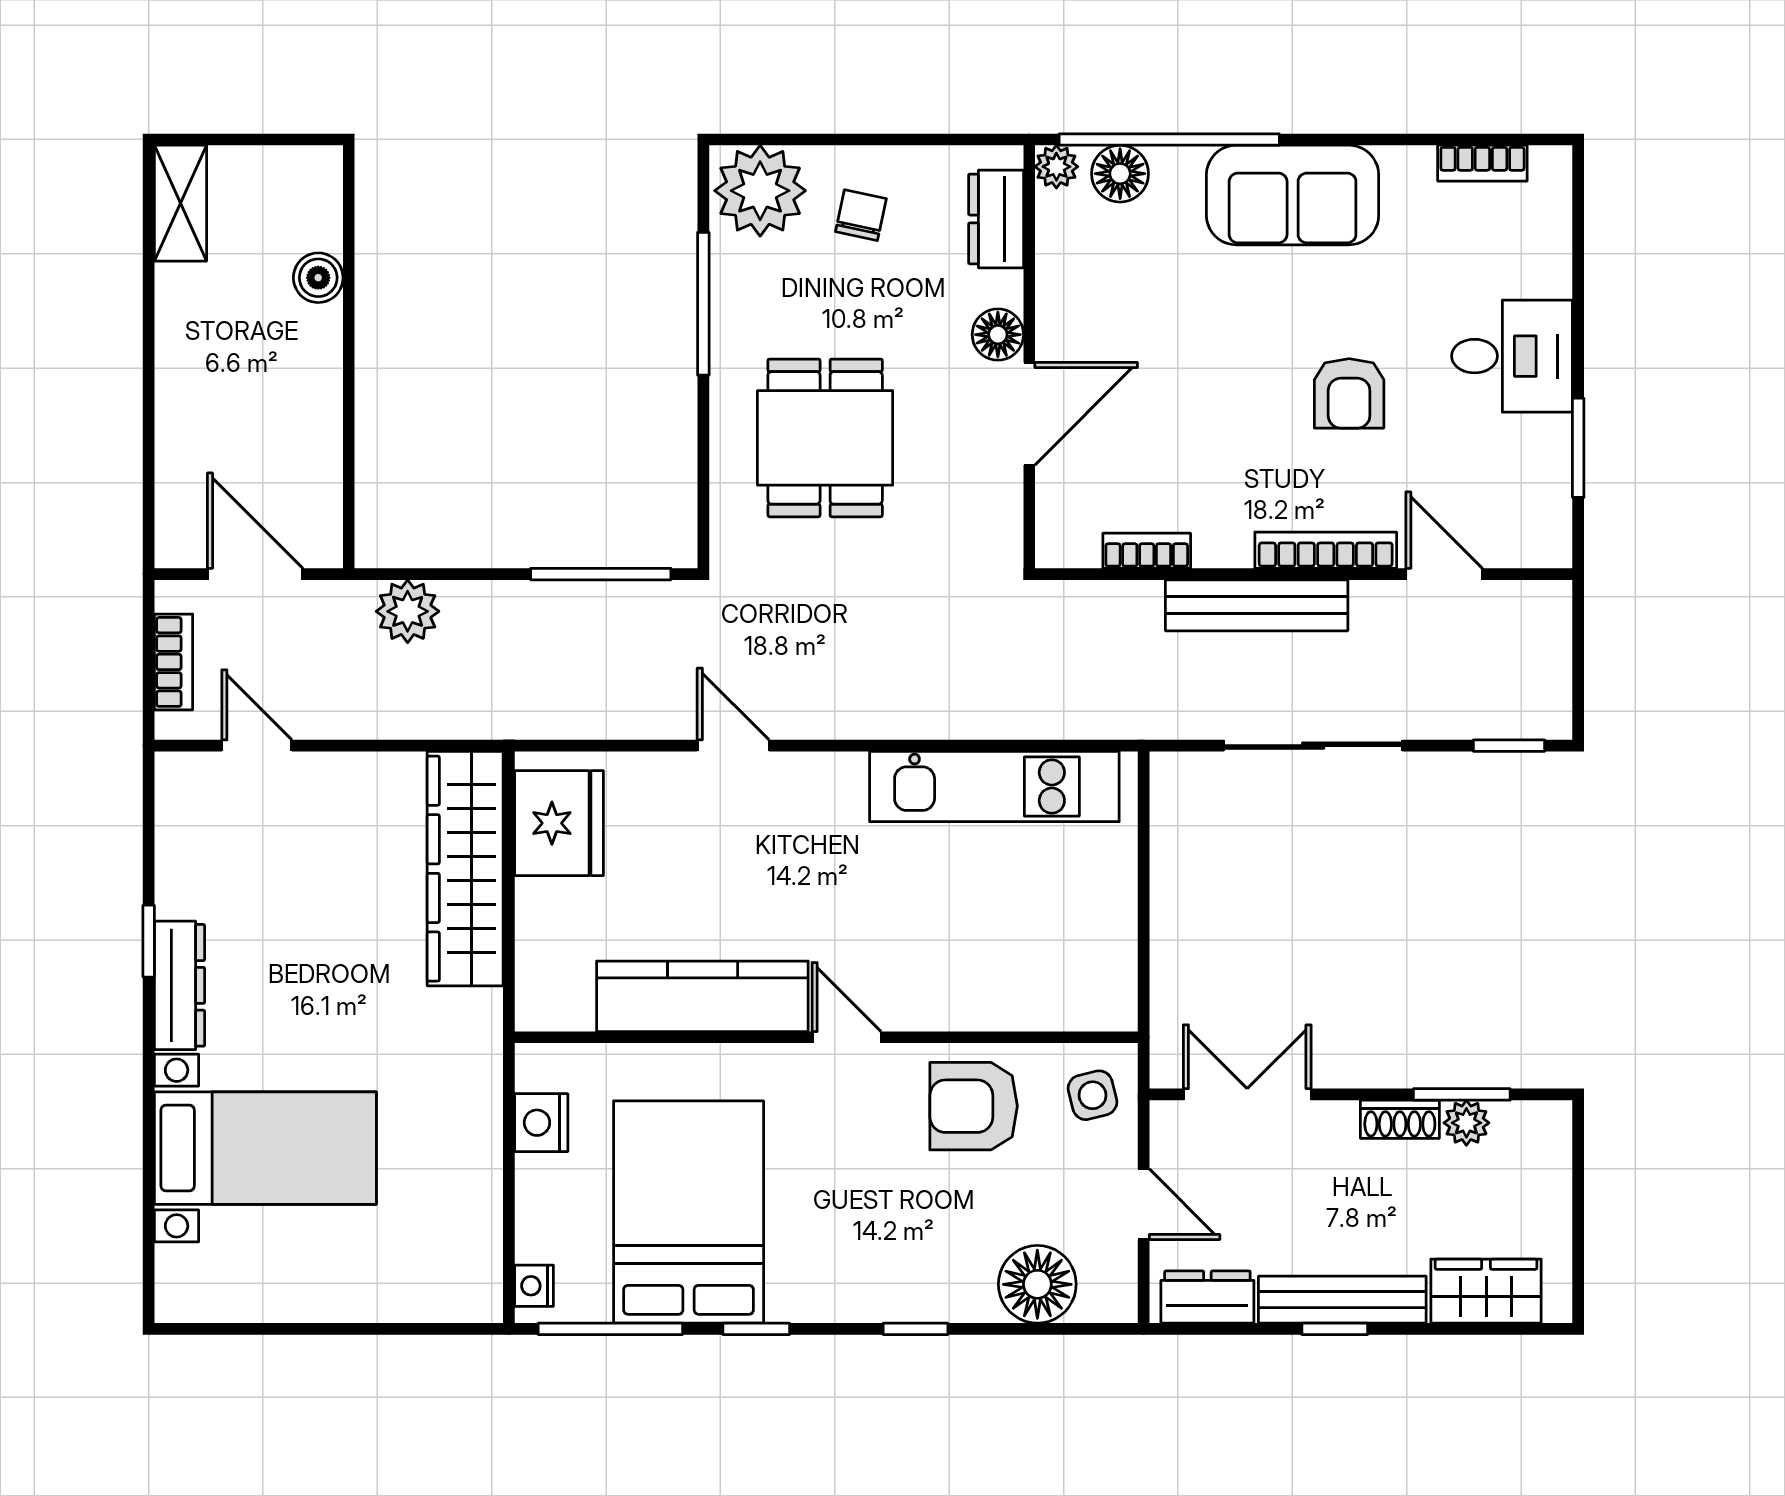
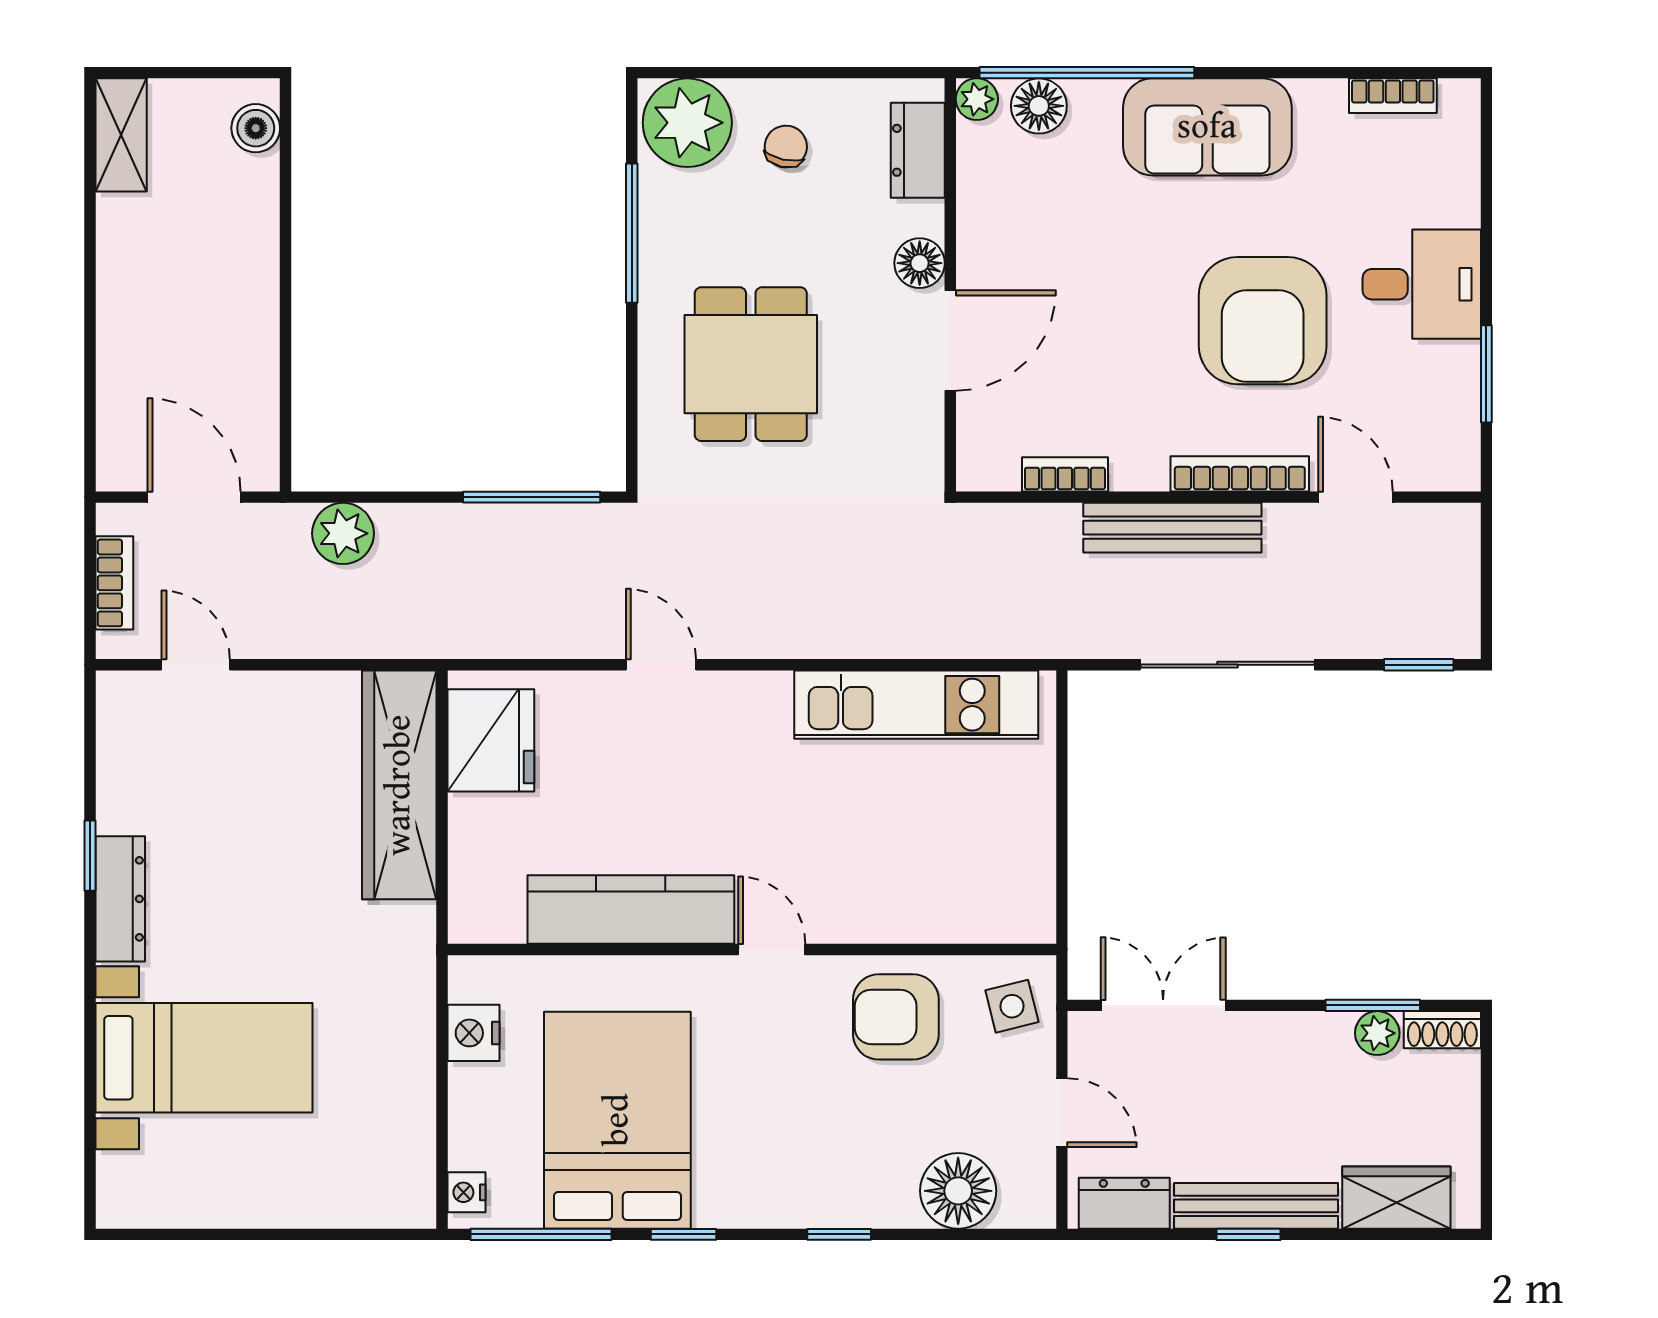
boiler: (318, 278) -> (256, 128), moved
armchair: (1349, 393) -> (1263, 321), width x1.88, depth x1.88
shoe rack: (1400, 1119) -> (1442, 1030), moved

